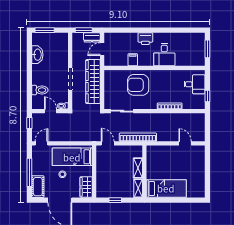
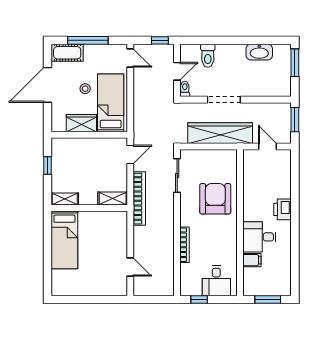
dresser: (92, 37) -> (284, 132), removed
filing cabinet: (133, 60) -> (252, 260), moved
door: (185, 143) -> (130, 267), hinge flipped
shelving: (138, 168) -> (113, 198), moved
wardrobe: (86, 187) -> (81, 123), moved

